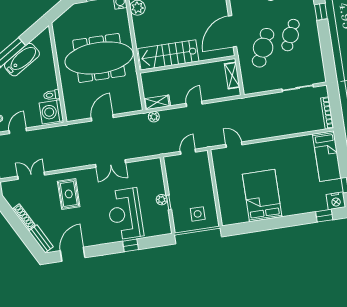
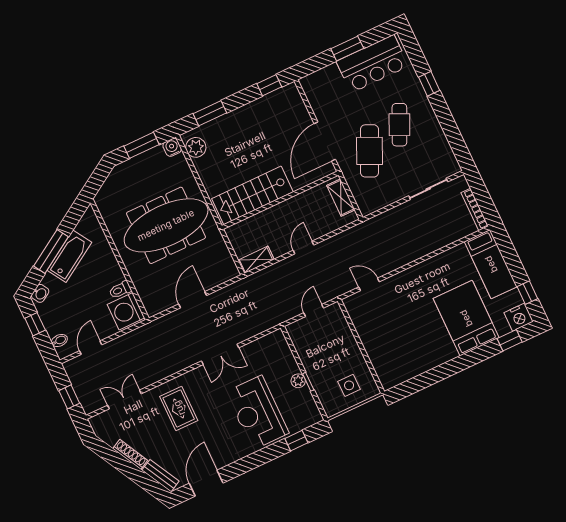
plant: (154, 117) -> (257, 279), removed
bed: (262, 195) -> (466, 318), moved
window: (131, 245) -> (296, 441), moved

